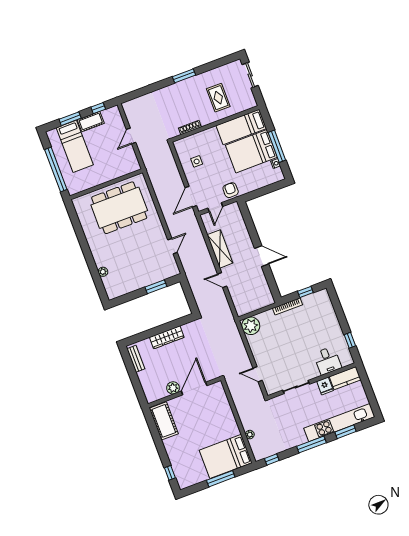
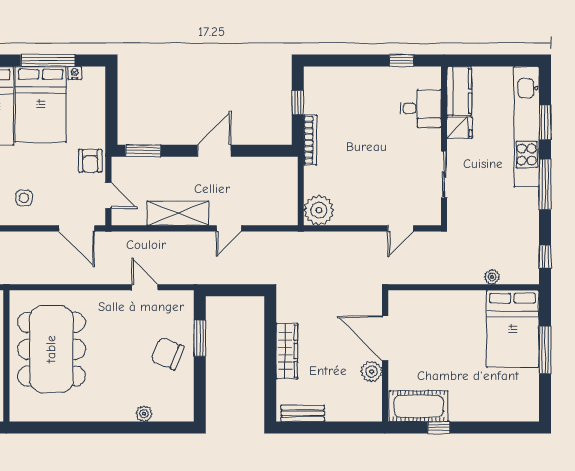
armchair: (231, 190) -> (90, 161), turned -90
window: (247, 217) -> (143, 151), added
chair: (141, 272) -> (167, 354), added
window: (170, 473) -> (439, 428), moved

